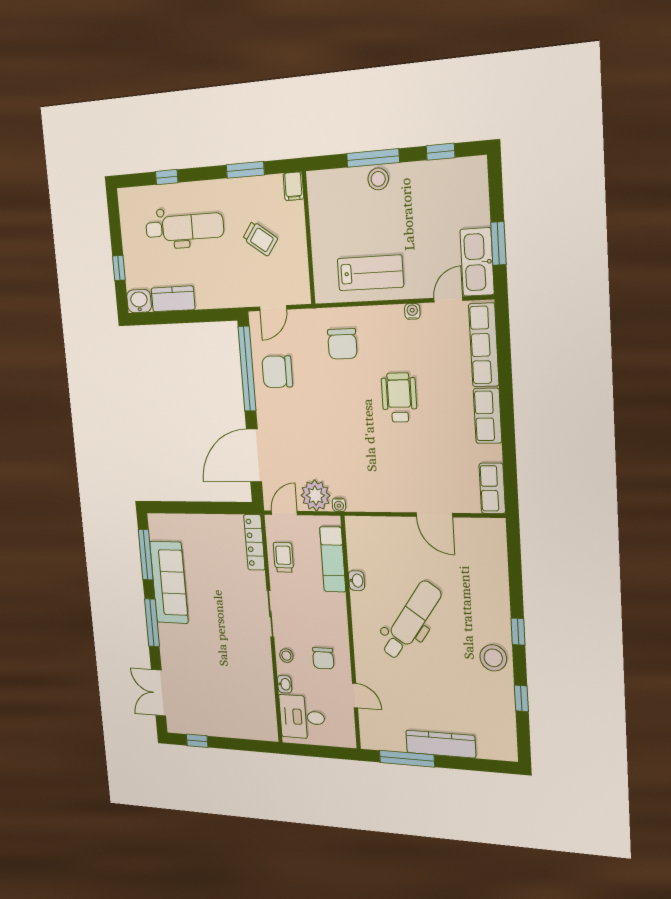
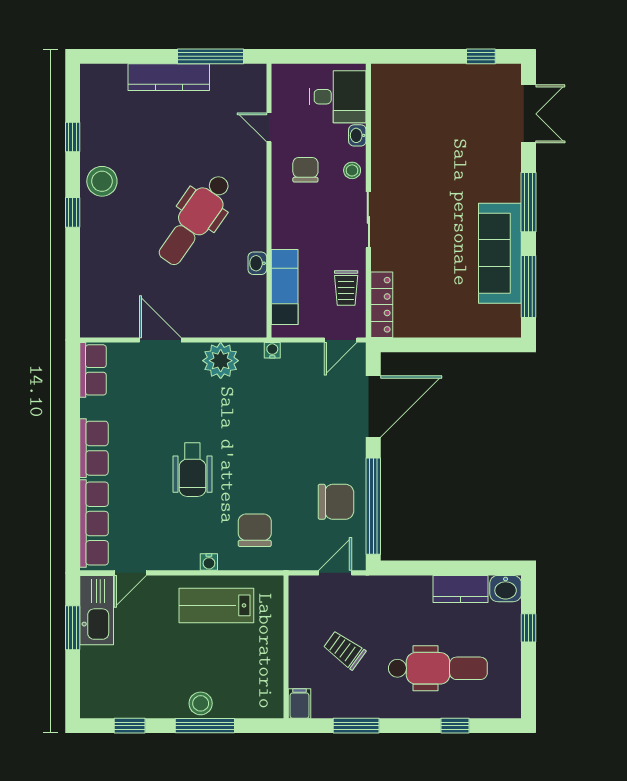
dental chair: (184, 227) -> (438, 668), turned 180
water cooler: (412, 311) -> (209, 562), moved
plant: (315, 495) -> (221, 361), moved

